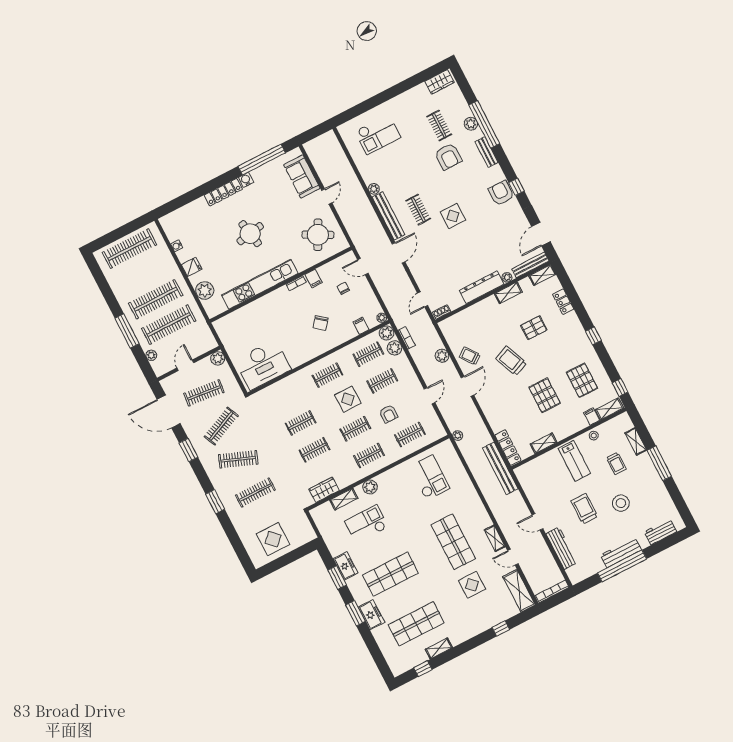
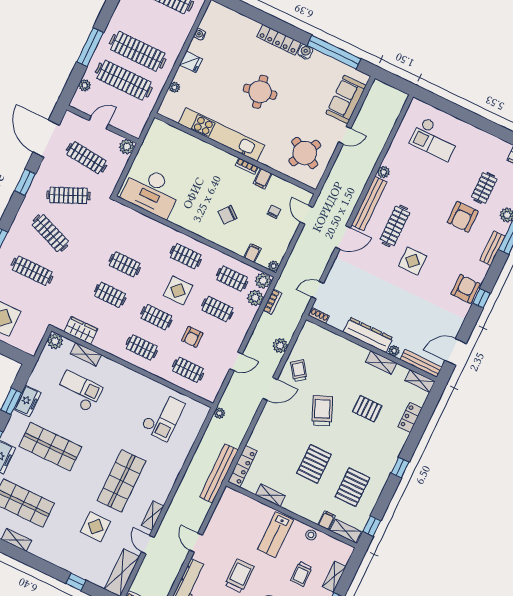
clothes rail: (418, 210) -> (395, 226), width x1.36
plant: (205, 290) -> (174, 87), width x0.53, depth x0.53
plant: (370, 487) -> (55, 341), moved

